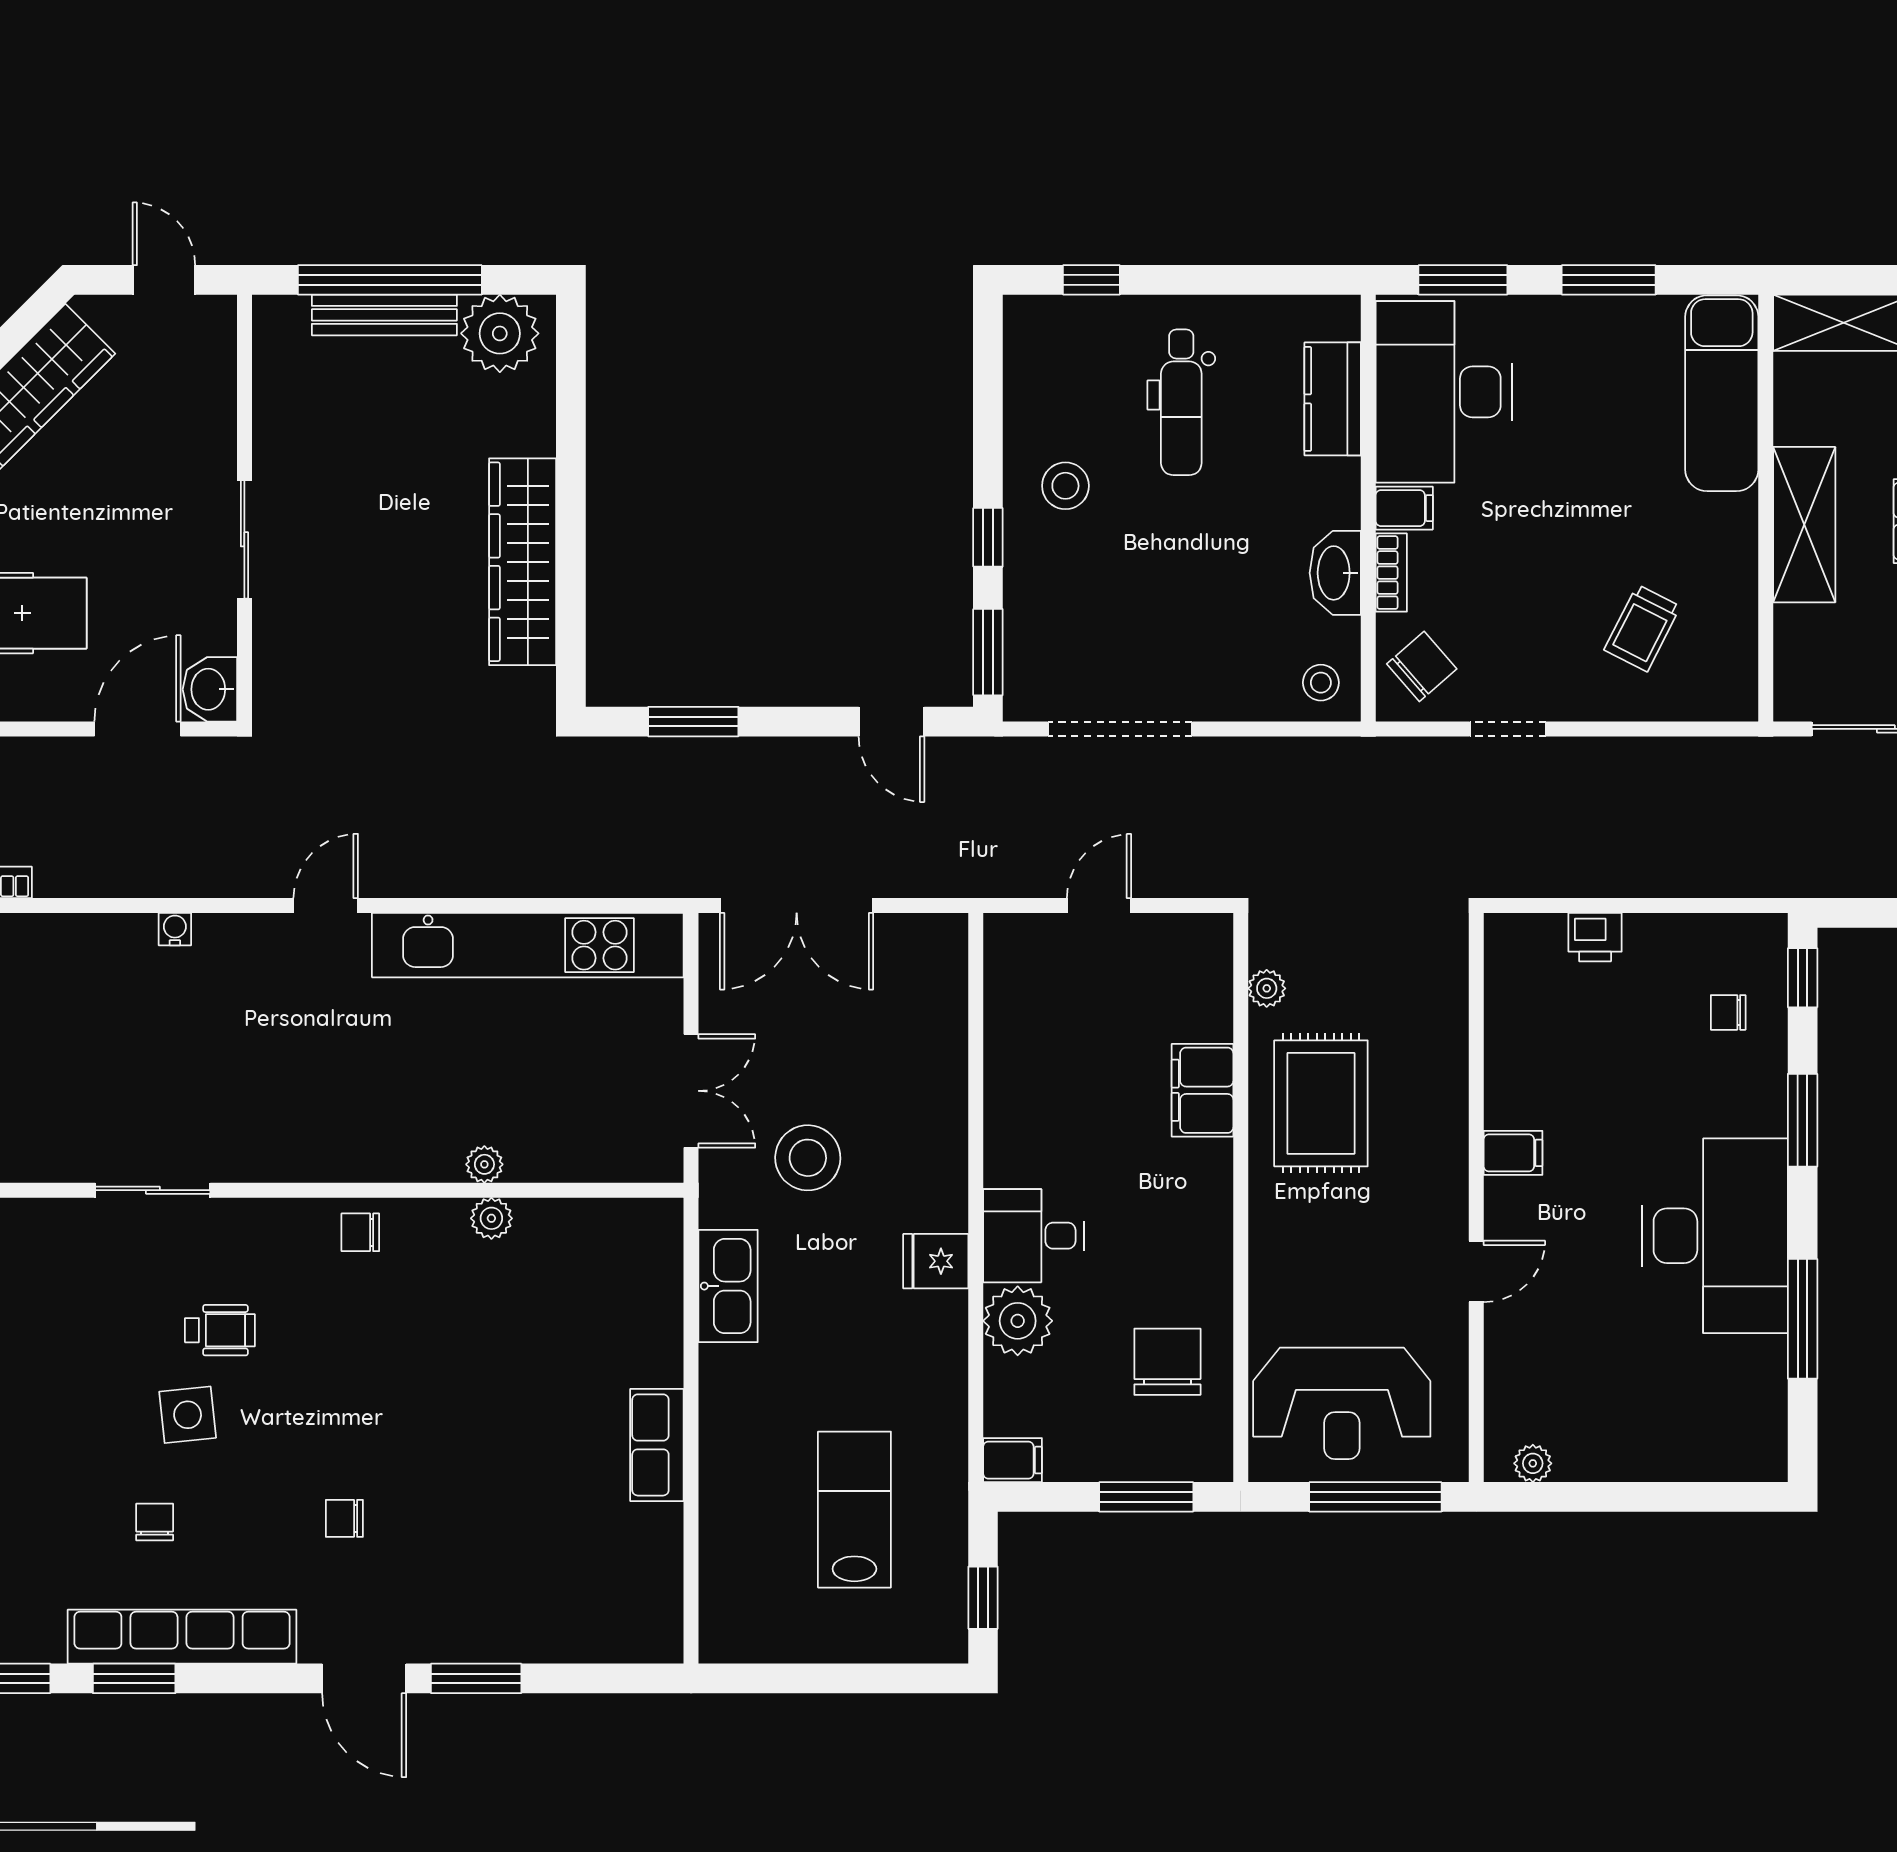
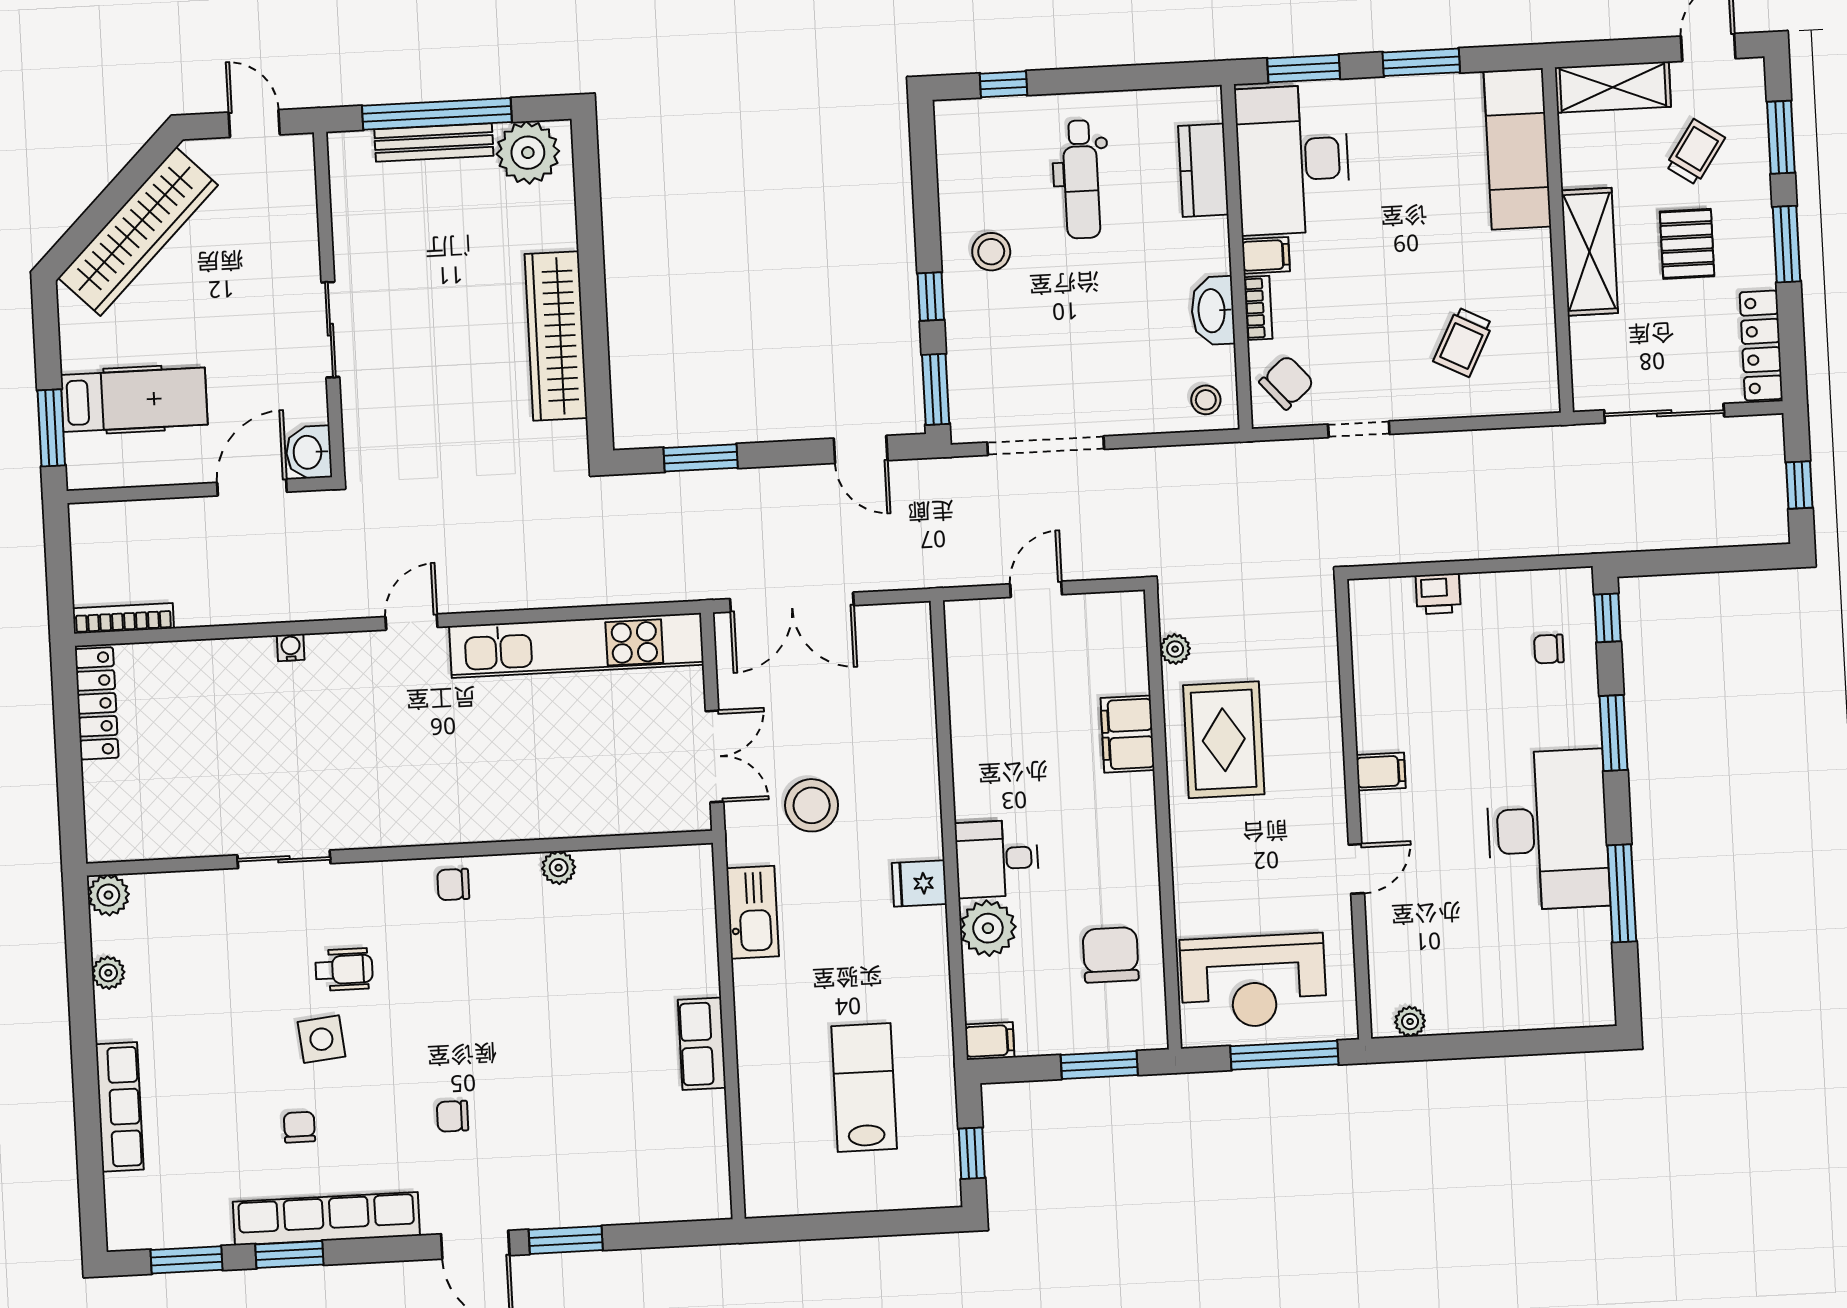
plant: (484, 1164) -> (551, 824), removed

